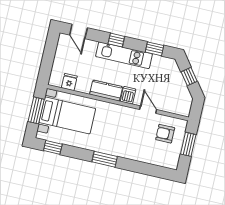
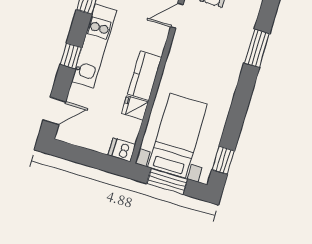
fridge: (69, 82) -> (135, 108), moved
dishwasher: (128, 95) -> (122, 150), moved
window: (105, 159) -> (257, 48), moved

